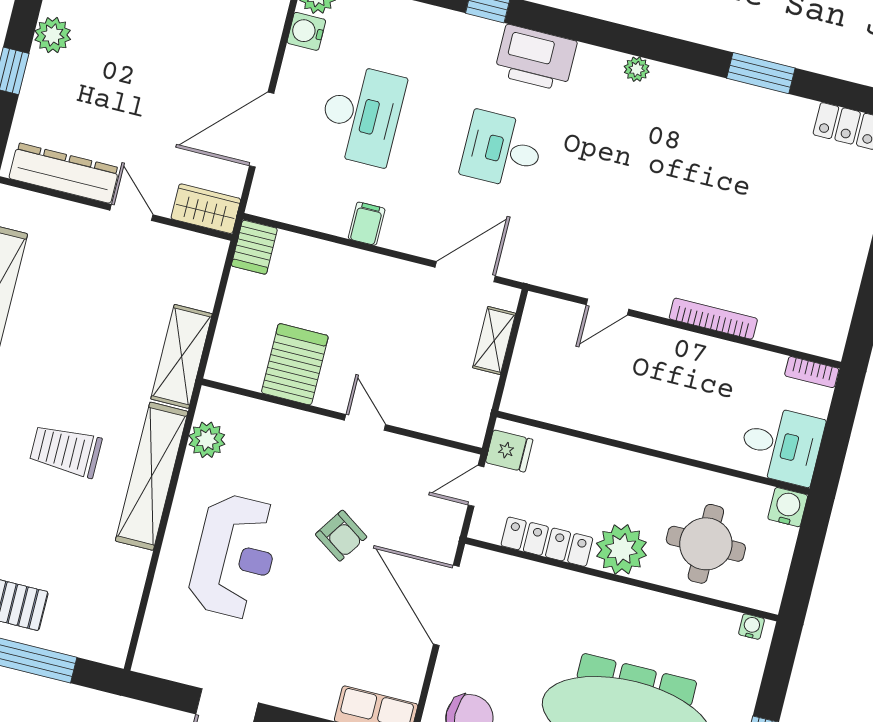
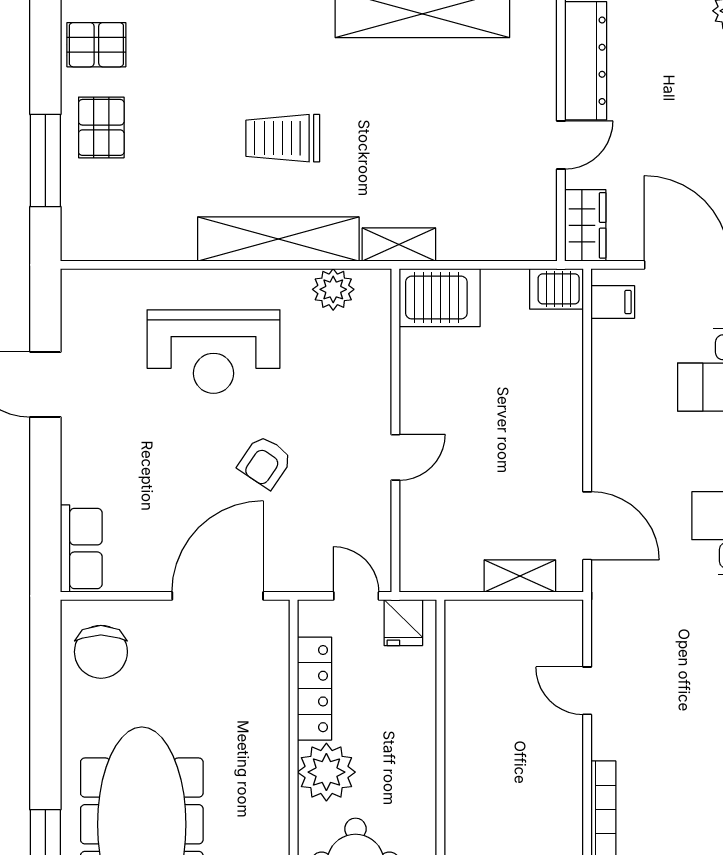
filing cabinet: (367, 224) -> (613, 302), moved
shelving: (181, 356) -> (399, 244), width x0.67, depth x0.75
server rack: (295, 364) -> (440, 298), moved
trolley: (66, 451) -> (283, 138), turned -90

